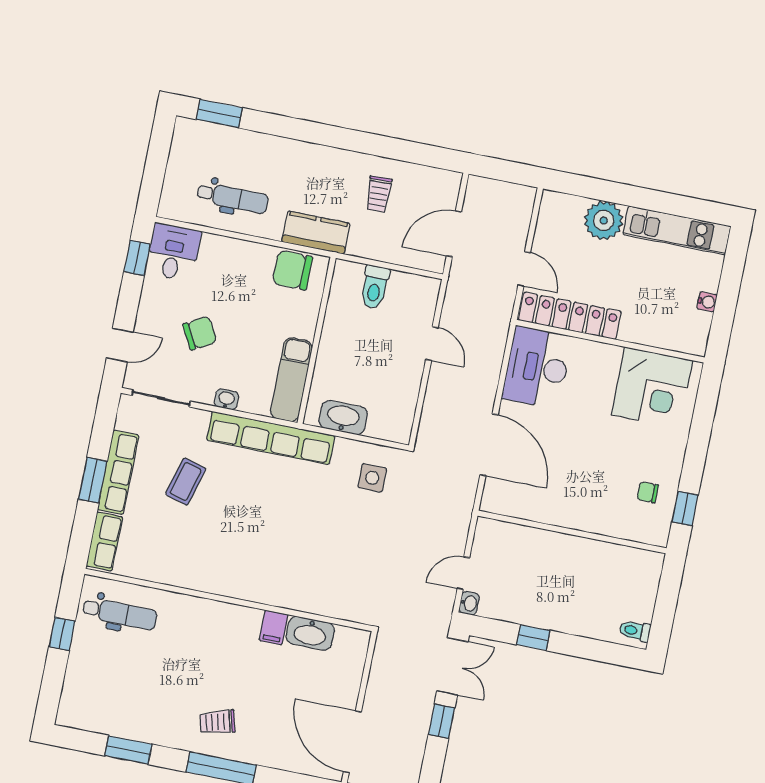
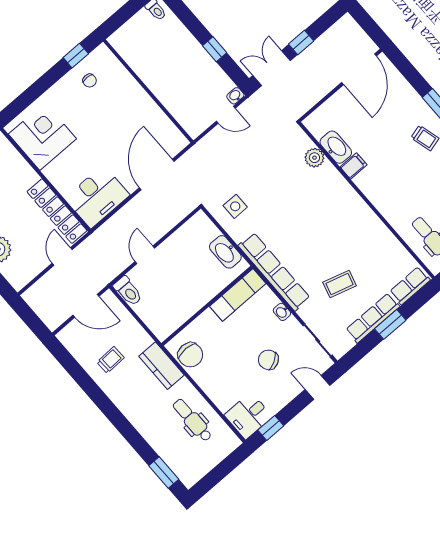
toilet: (375, 287) -> (128, 291), moved, turned 90
plant: (325, 603) -> (314, 158), added

